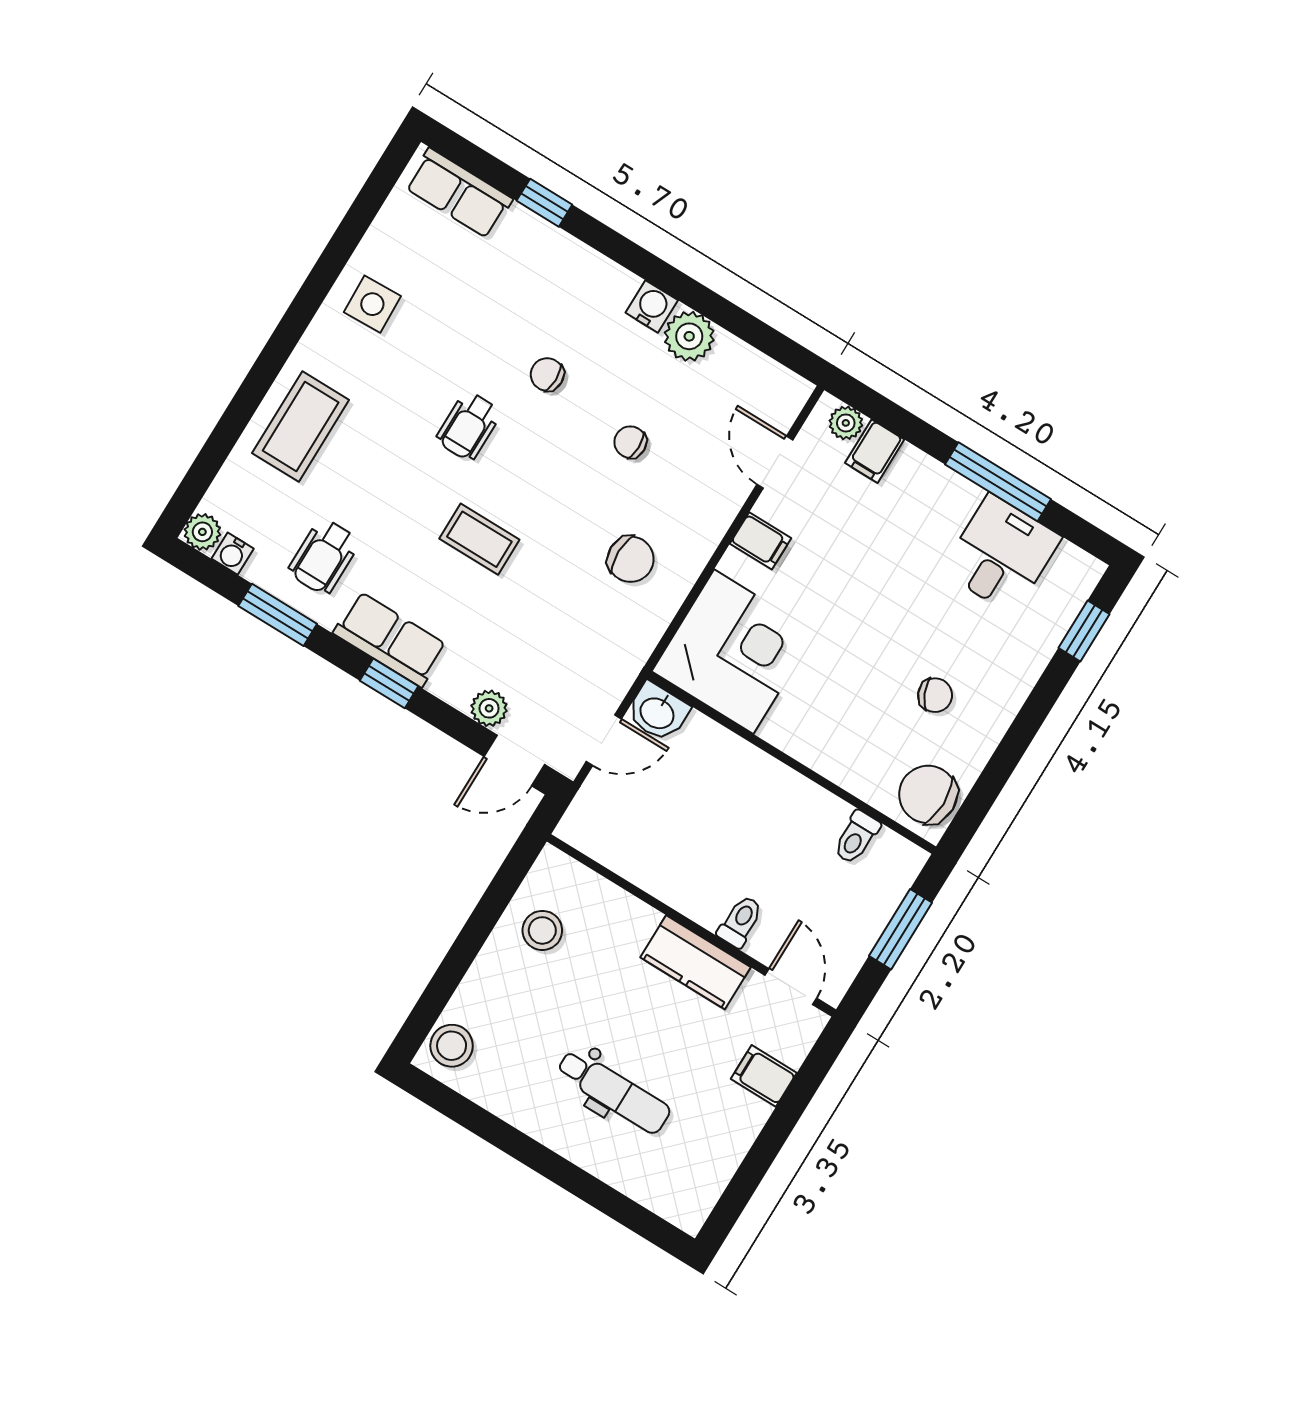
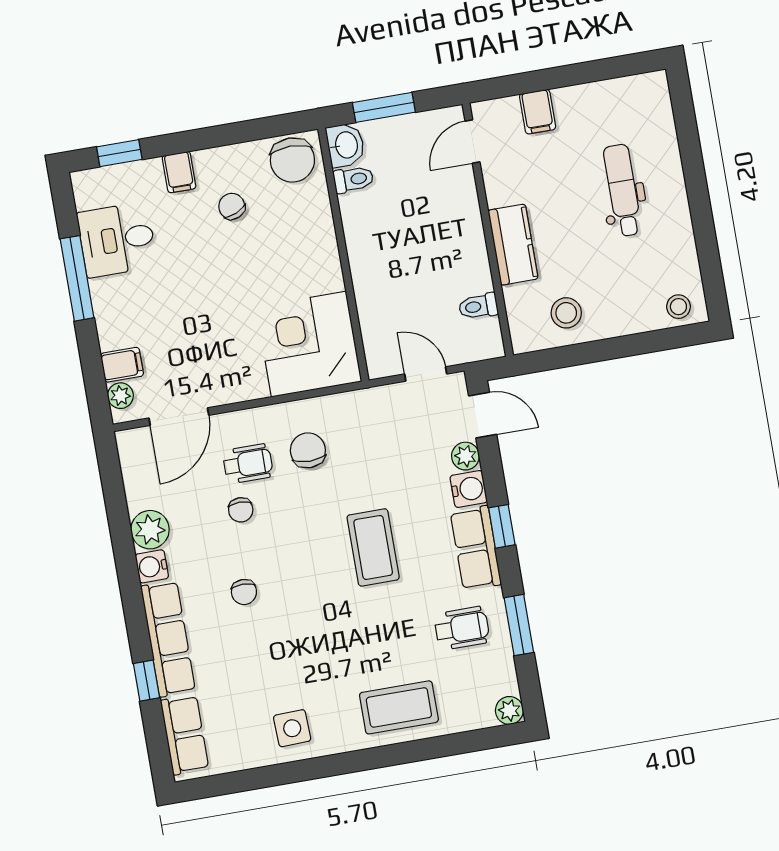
row of seats: (567, 260) -> (168, 639), added
wheelchair: (469, 426) -> (248, 464), moved
door: (775, 462) -> (179, 417), width x1.38
coffee table: (479, 539) -> (373, 547), width x1.36, depth x1.30
filing cabinet: (761, 541) -> (179, 172), moved, turned 180
water cooler: (233, 554) -> (469, 489), moved, width x1.38, depth x1.38
washbasin: (658, 712) -> (345, 145), moved
toilet: (740, 921) -> (478, 306), moved
kitchen counter: (695, 962) -> (513, 245), moved
stool: (452, 1046) -> (678, 307), width x0.73, depth x0.73

